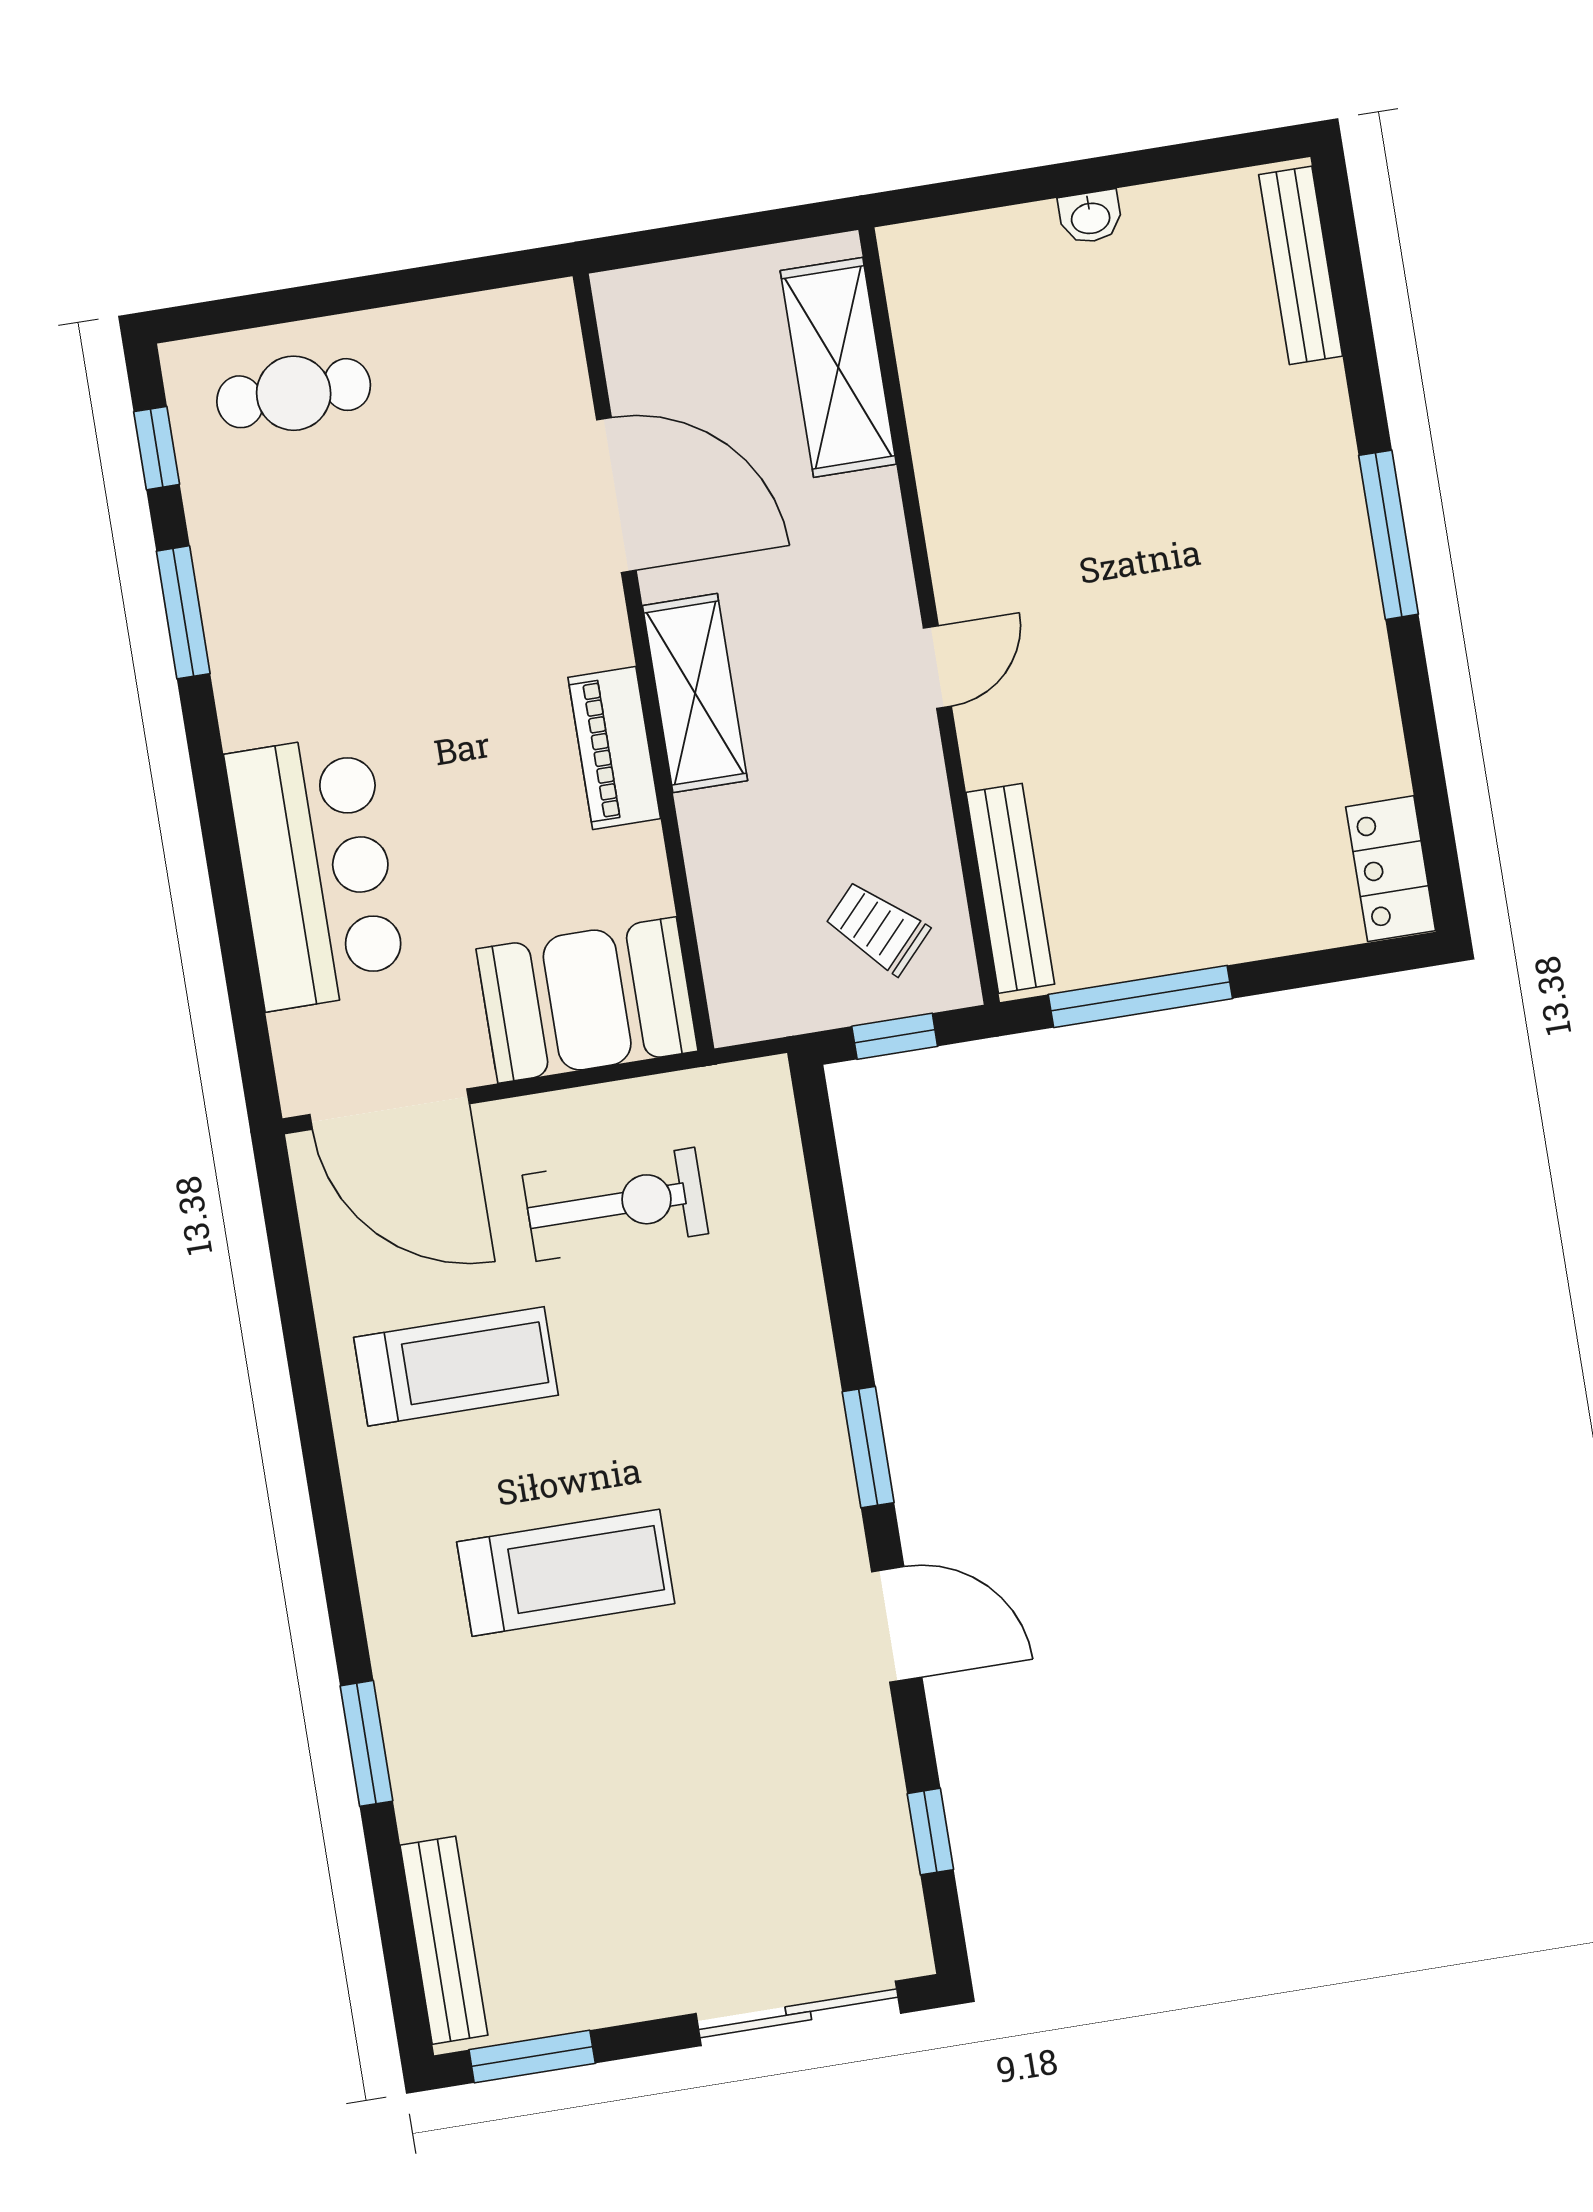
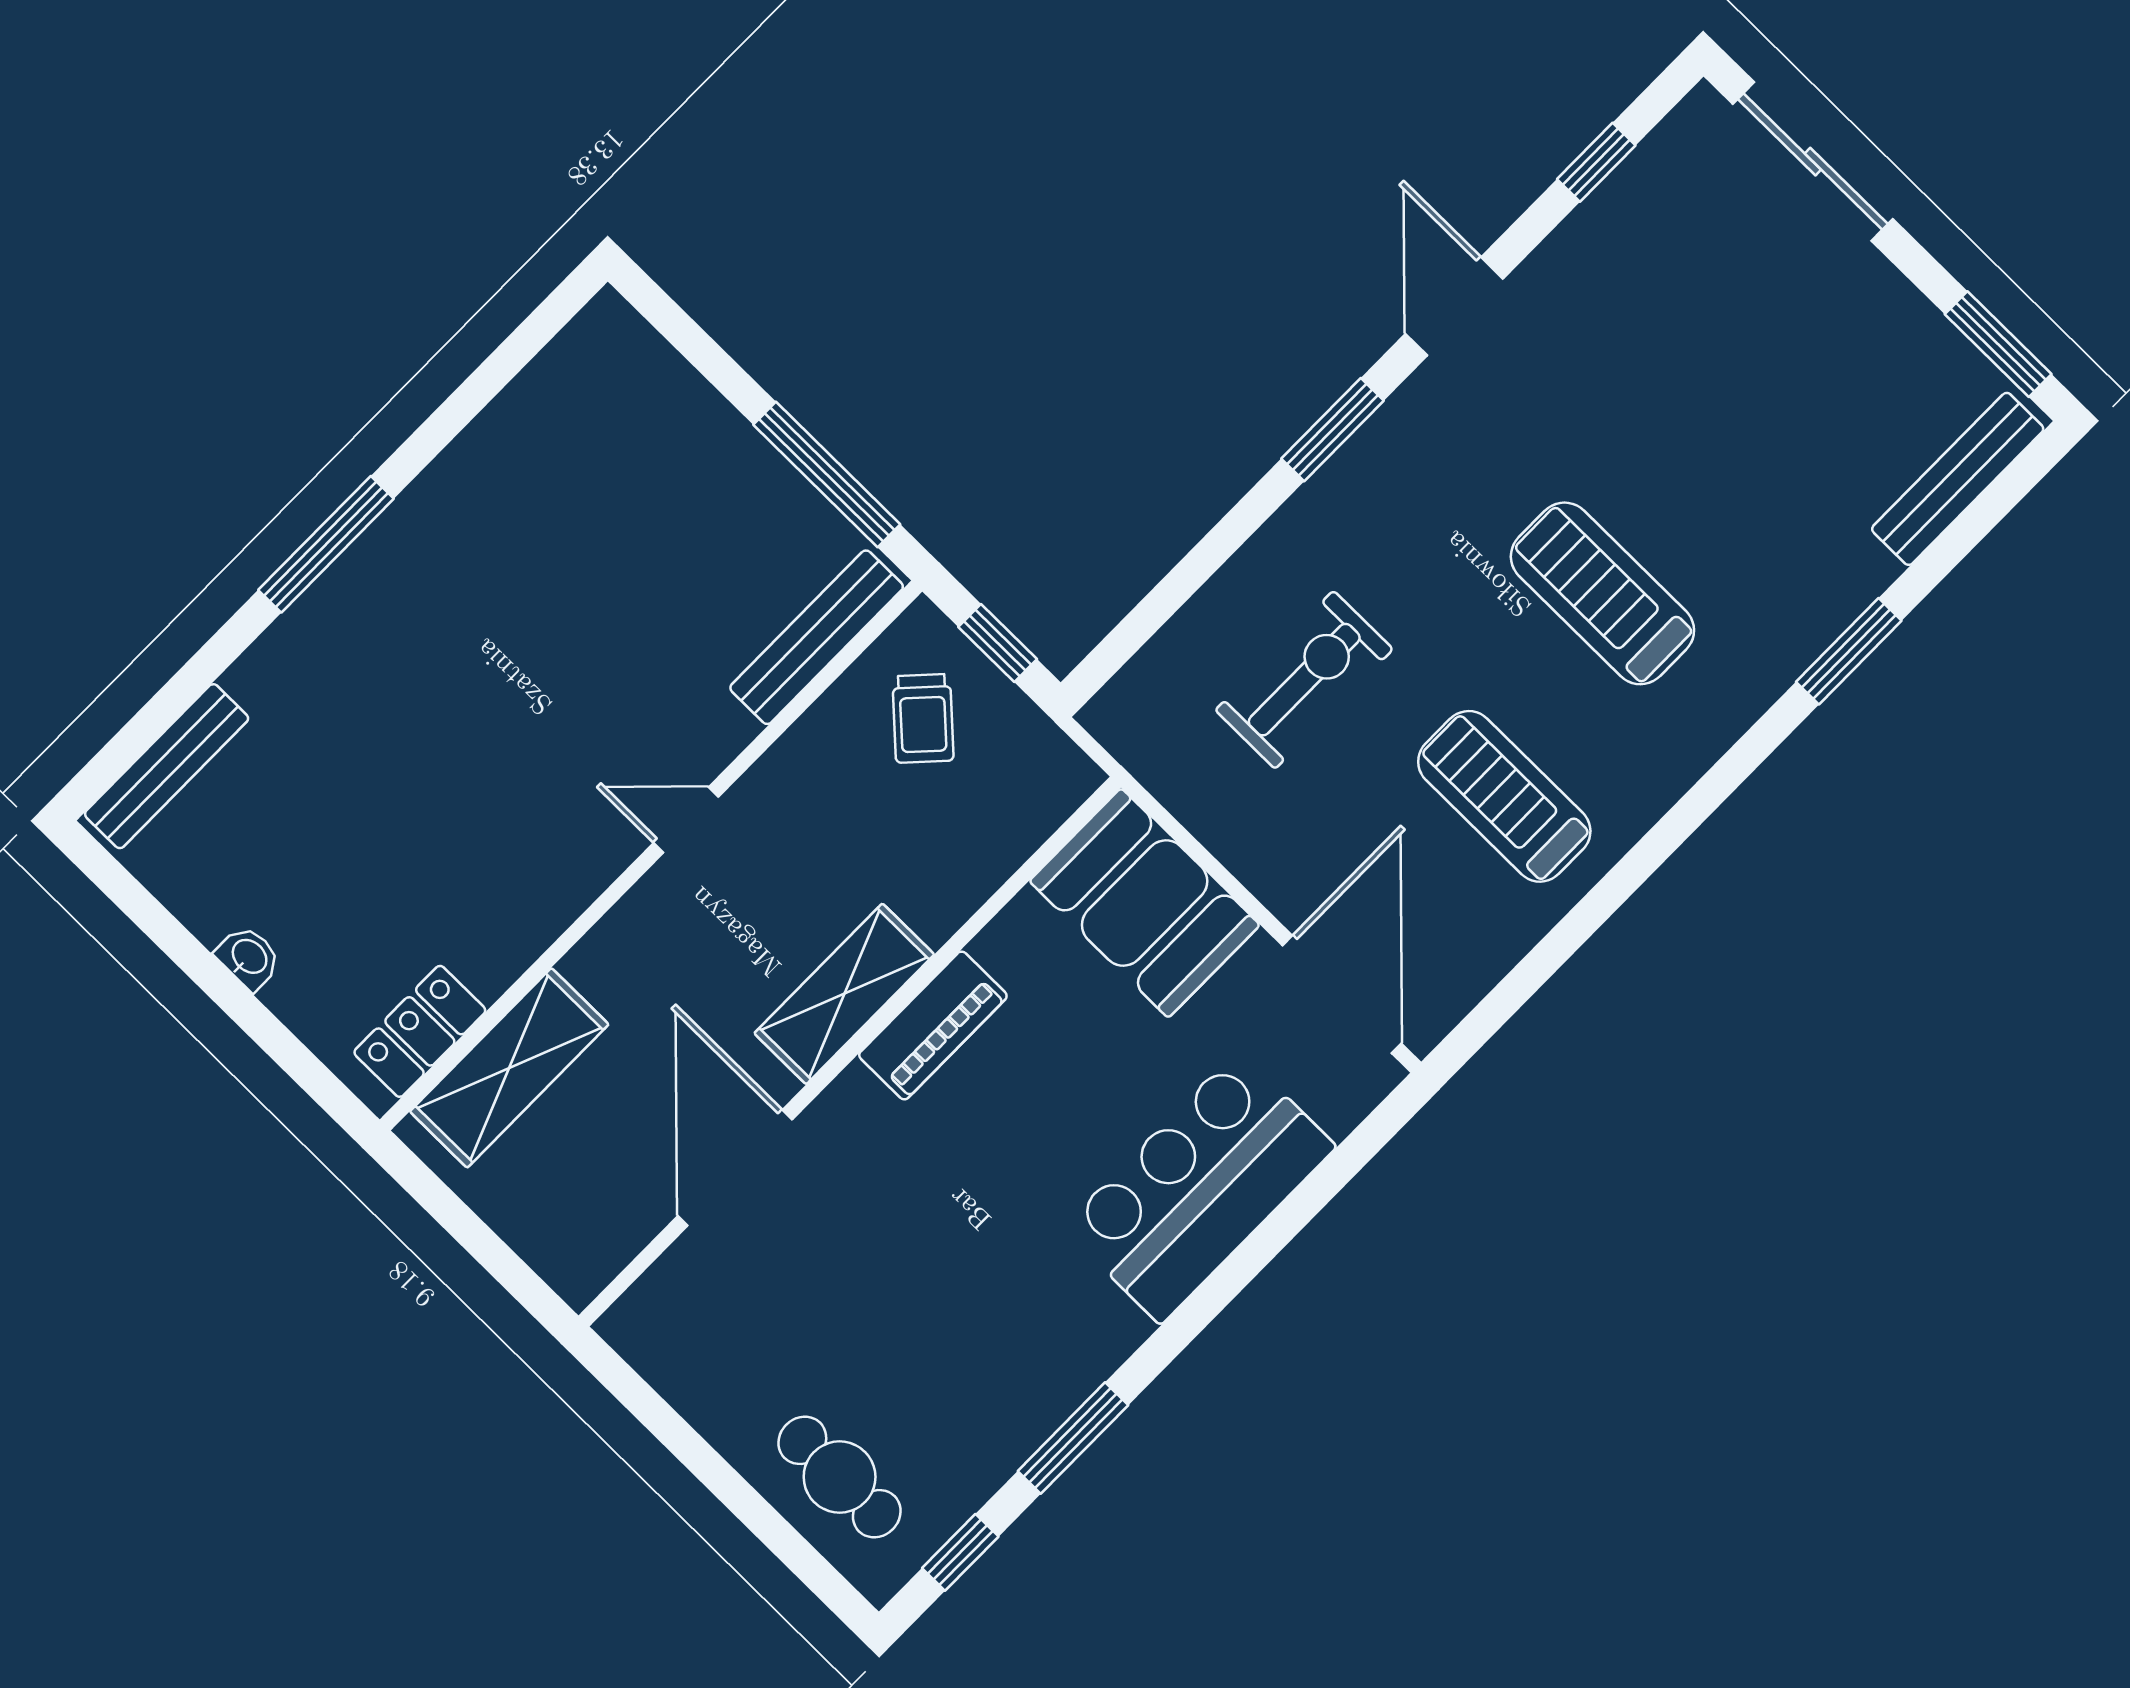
locker: (1391, 869) -> (420, 1031), moved, turned 180
exercise bike: (615, 1204) -> (1304, 680), moved, turned 90

